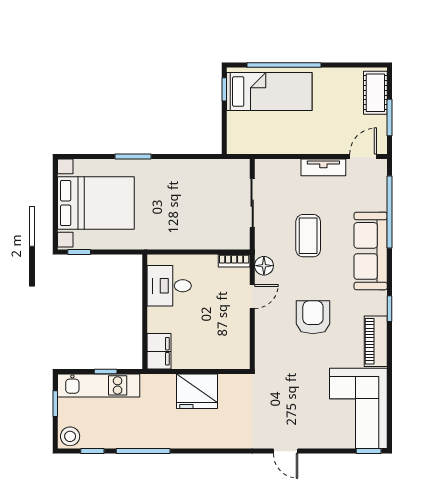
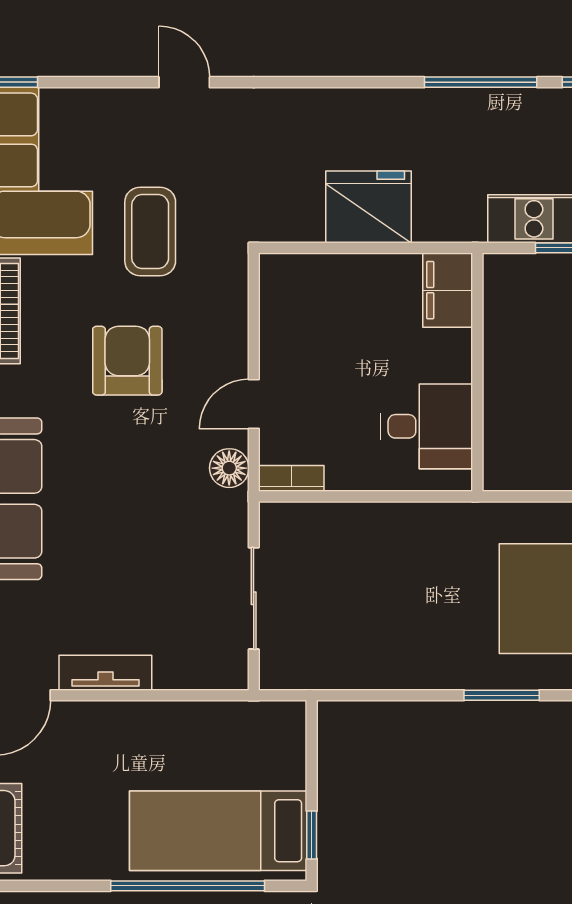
coffee table: (308, 236) -> (150, 231), moved
armchair: (313, 317) -> (127, 361), turned 180

